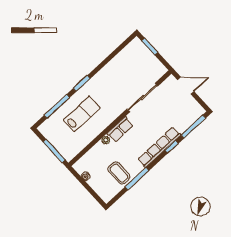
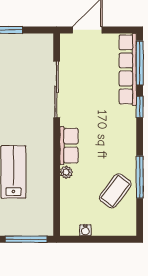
row of seats: (159, 147) -> (128, 69), moved
coffee table: (119, 173) -> (115, 191), turned -53

